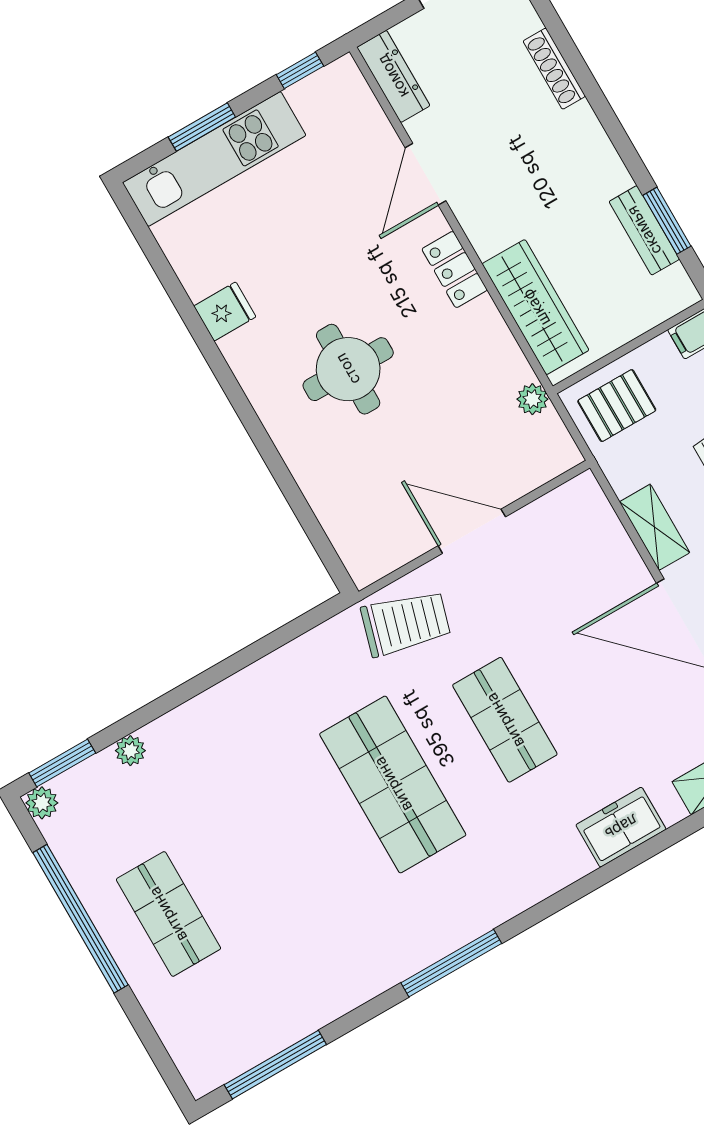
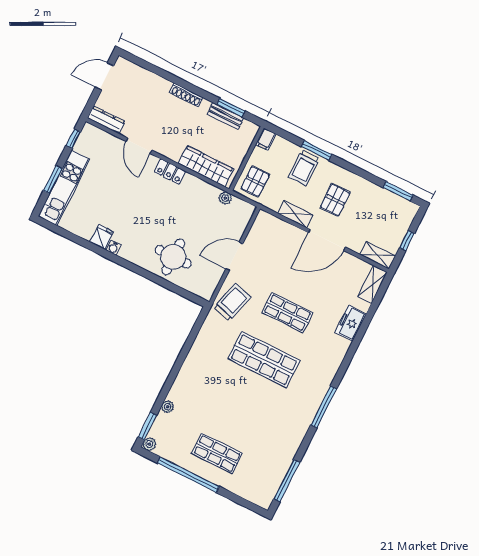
shoe rack: (554, 69) -> (186, 95), moved
water cooler: (235, 349) -> (113, 248), added
round table: (348, 369) -> (173, 257), moved

